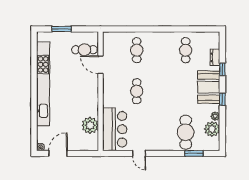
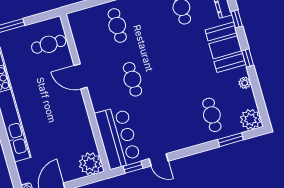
door: (101, 65) -> (80, 76), moved
plant: (90, 125) -> (90, 164), moved
plant: (212, 129) -> (250, 119), moved
cafe table: (186, 132) -> (212, 115), width x0.73, depth x0.74
window: (119, 153) -> (133, 167), added

